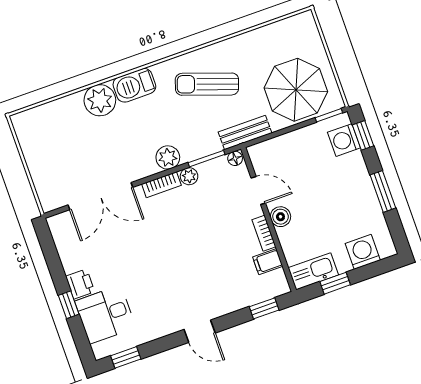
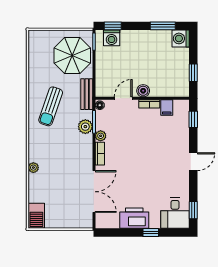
barbecue: (134, 85) -> (36, 216), moved
plant: (100, 100) -> (33, 168), width x0.53, depth x0.53
plant: (168, 157) -> (85, 127), moved
window: (383, 191) -> (163, 26), moved
washing machine: (363, 252) -> (181, 38), moved
kitchen sink: (313, 271) -> (182, 83), removed
printer: (80, 284) -> (134, 218), width x1.87, depth x1.48
desk: (105, 314) -> (175, 213), moved

